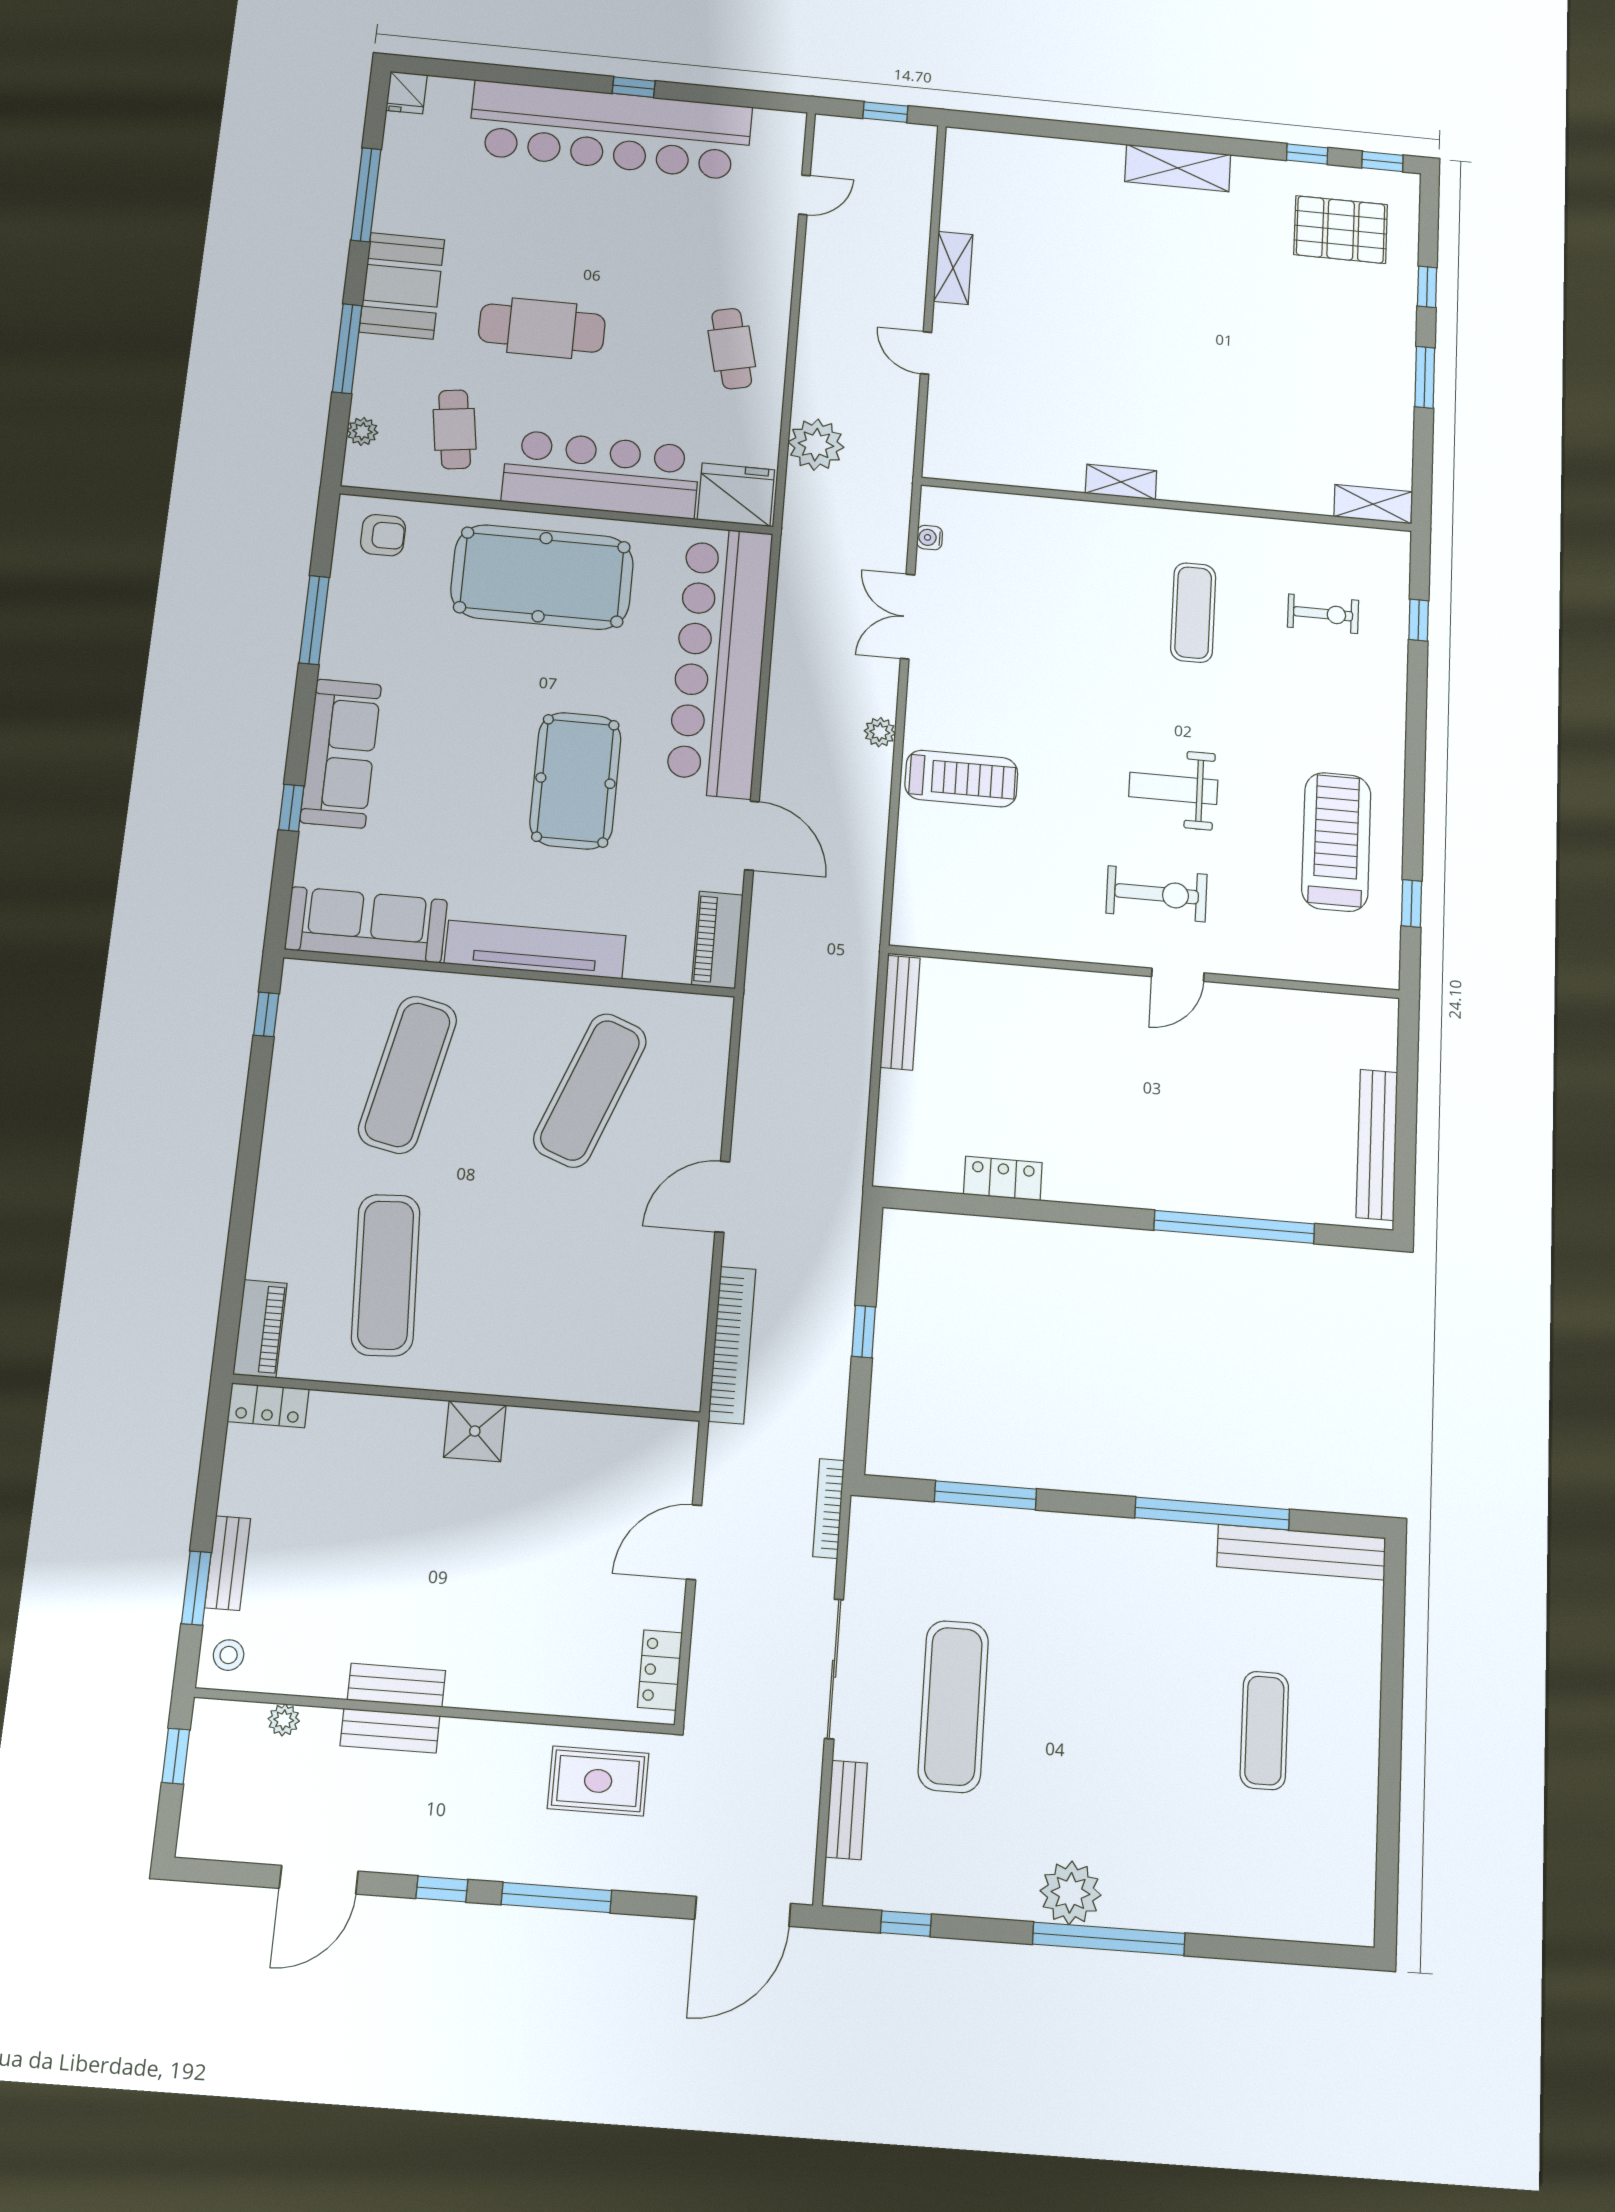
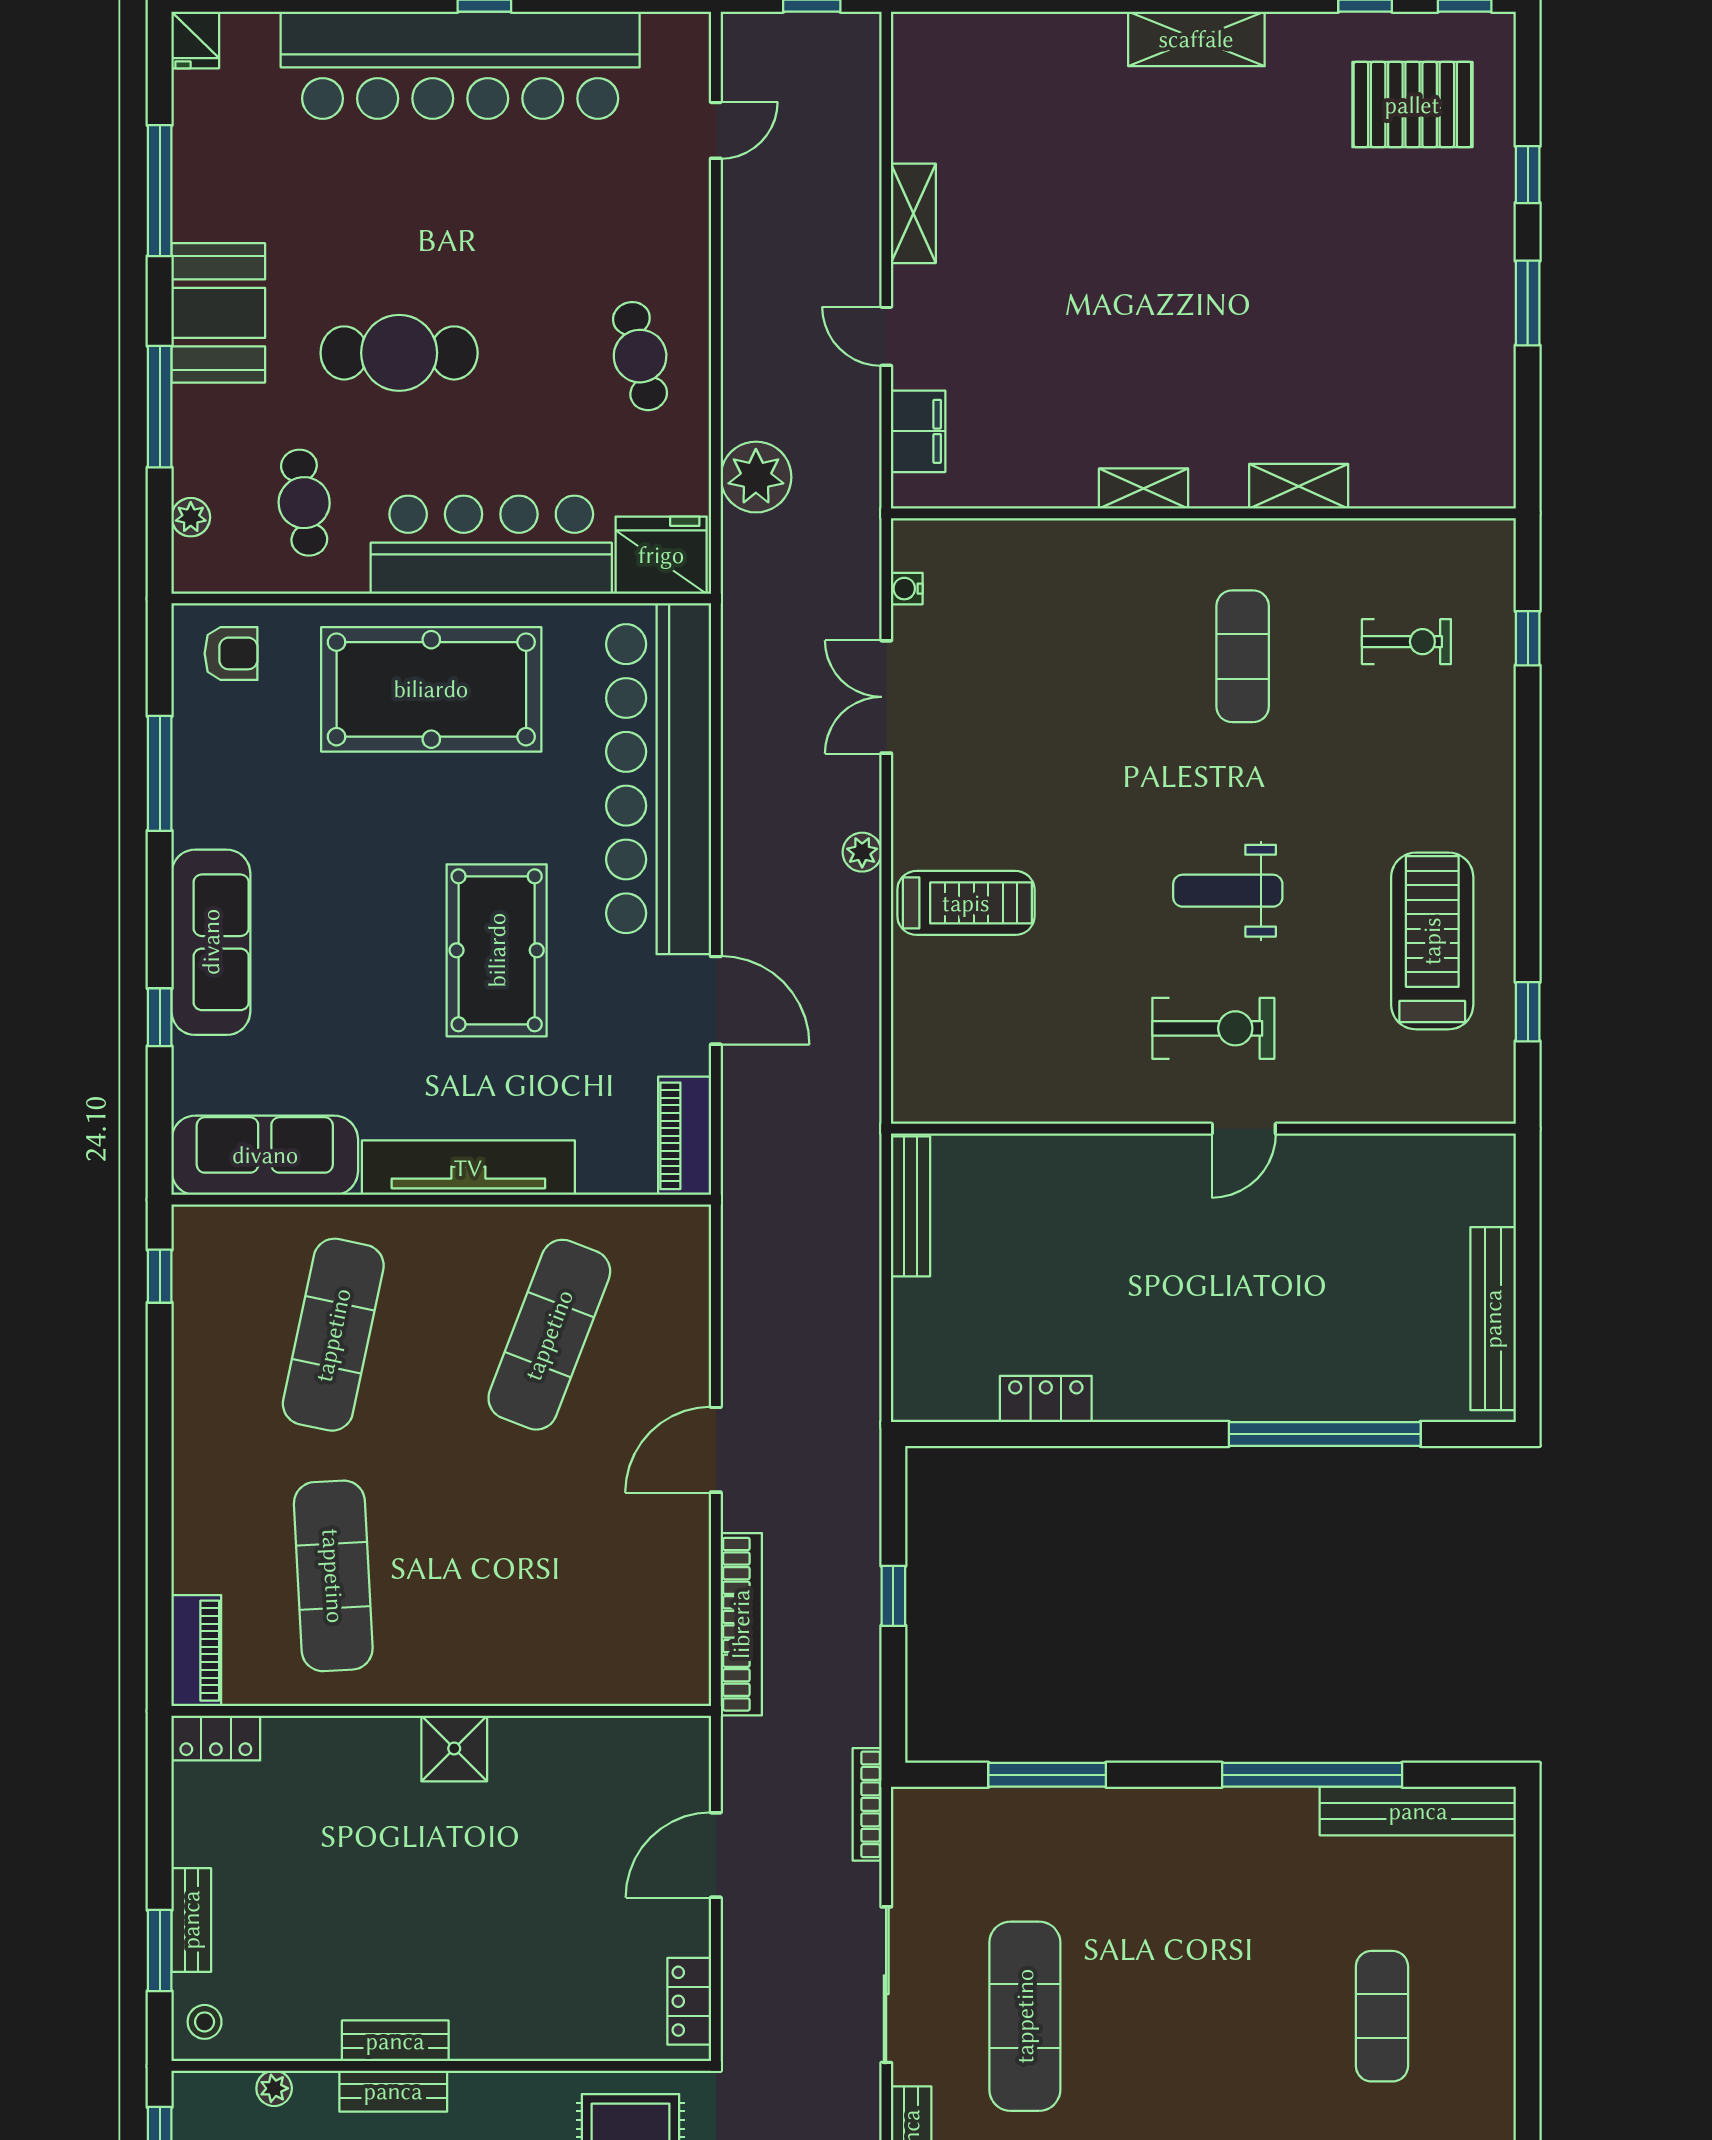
filing cabinet: (946, 424) -> (918, 431), added
shelving: (1373, 504) -> (1299, 486), moved

